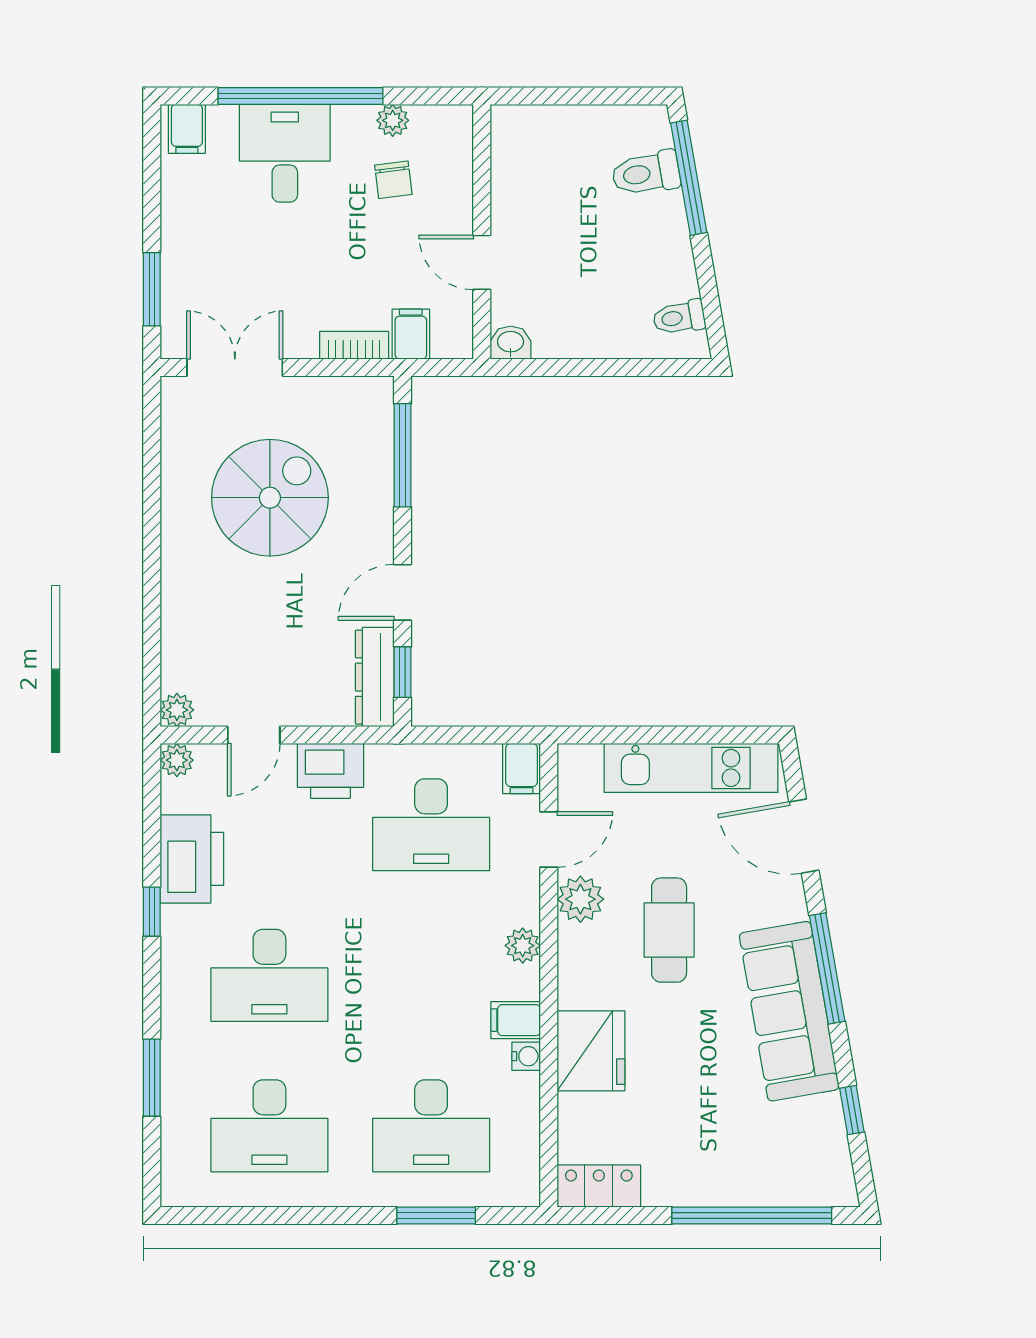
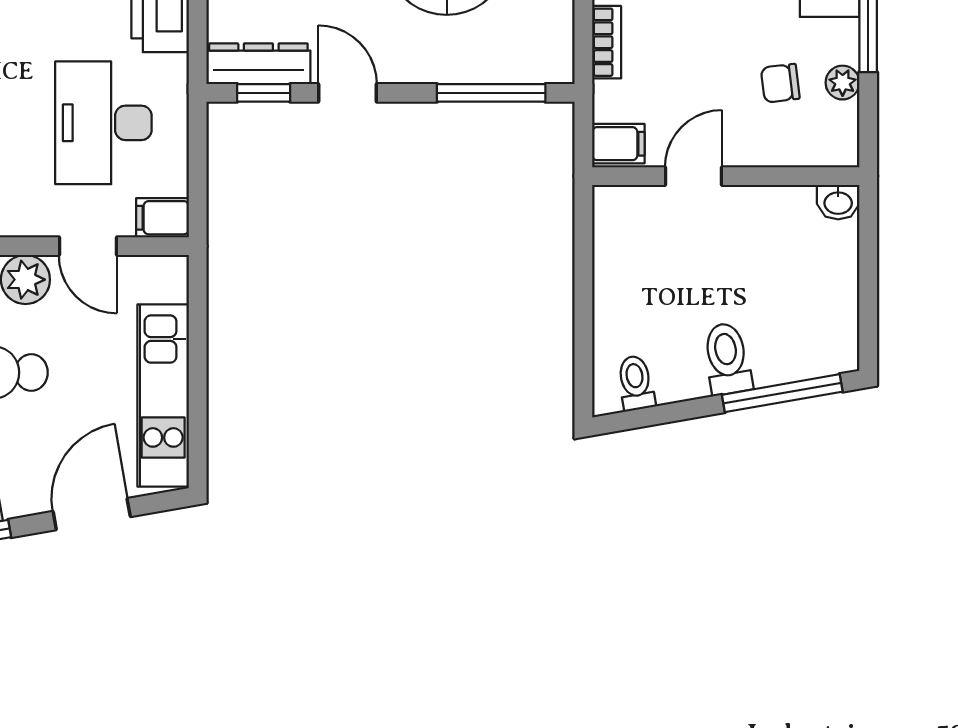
toilet: (646, 173) -> (727, 359), moved
filing cabinet: (411, 334) -> (618, 144), moved
washbasin: (511, 343) -> (838, 202), moved, turned 90

